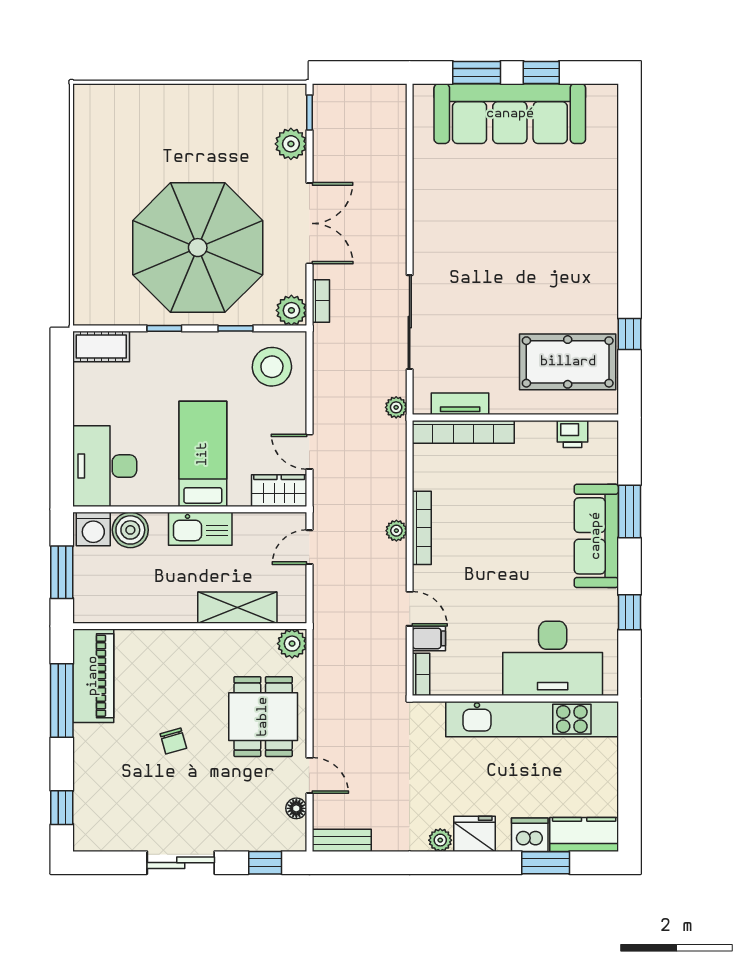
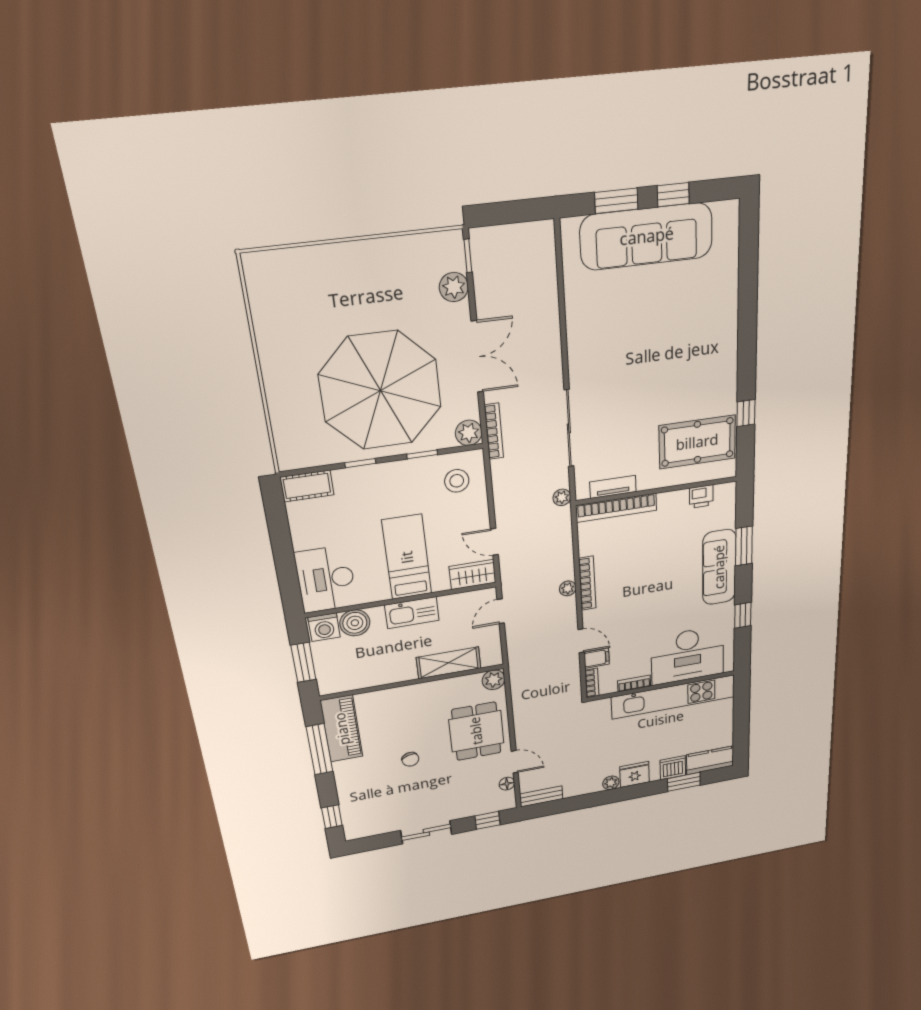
bookcase: (321, 301) -> (494, 431), width x1.56
stool: (272, 367) -> (457, 481), width x0.73, depth x0.73
bookcase: (478, 687) -> (634, 683), added

